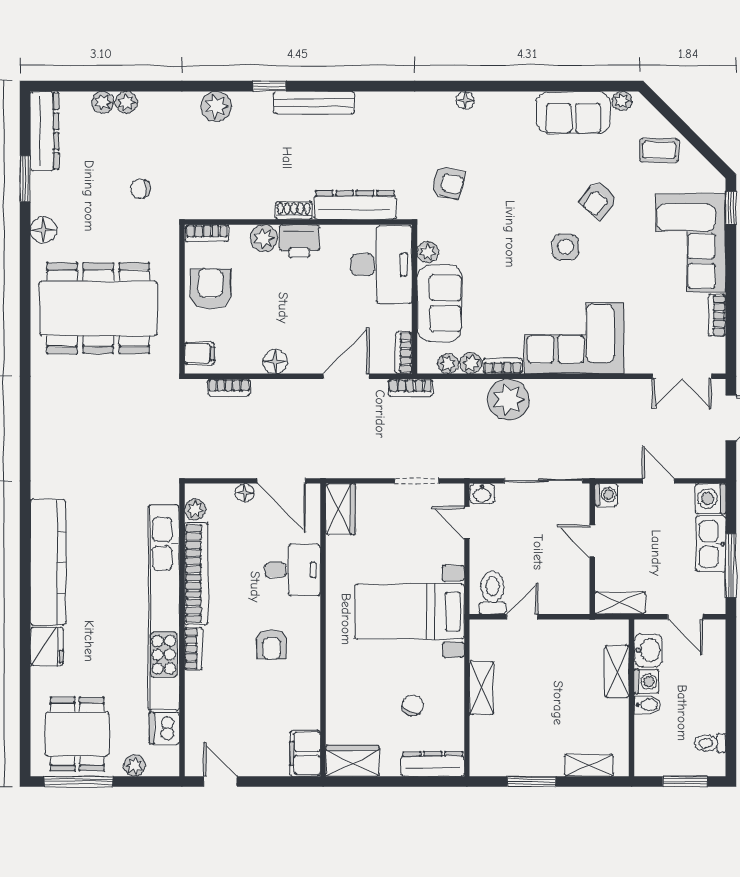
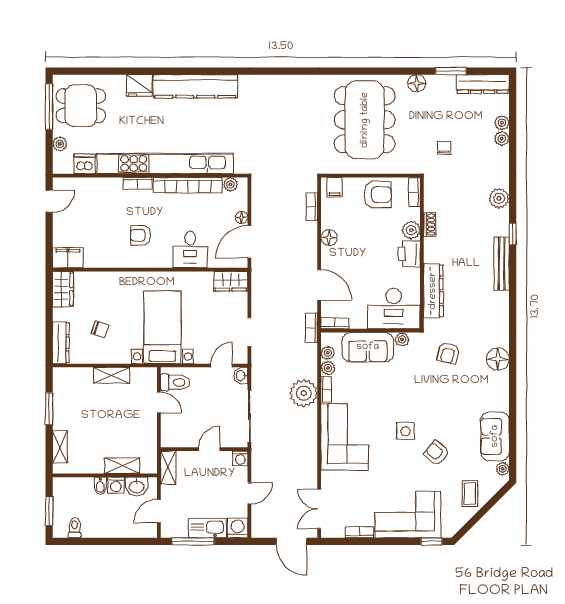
floor lamp: (465, 100) -> (498, 359), width x1.89, depth x1.89
shoe rack: (294, 211) -> (430, 225), moved

